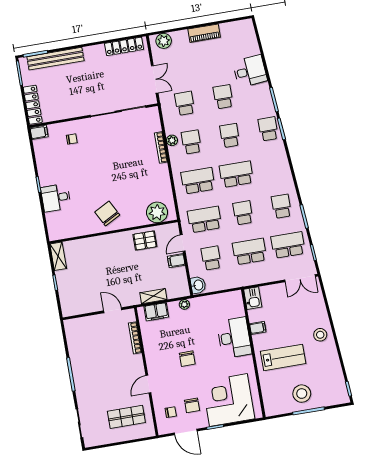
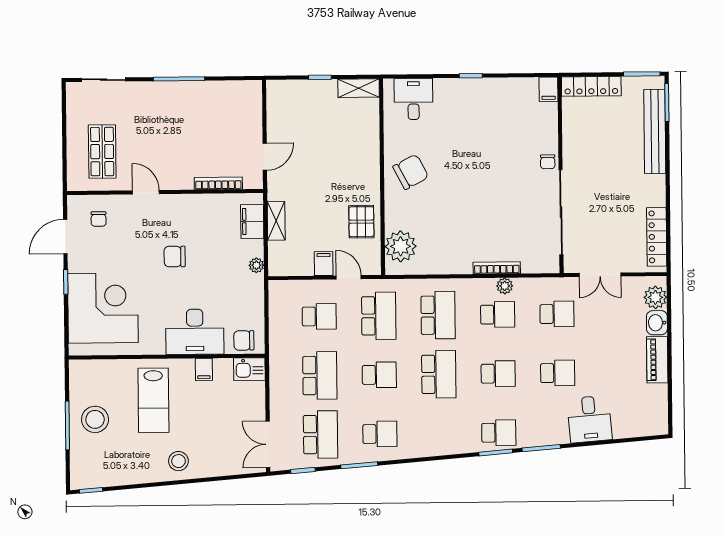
chair: (72, 139) -> (548, 162), moved
desk: (56, 198) -> (413, 99), moved
washbasin: (198, 285) -> (657, 323), moved, turned 90
chair: (192, 405) -> (244, 340), moved

